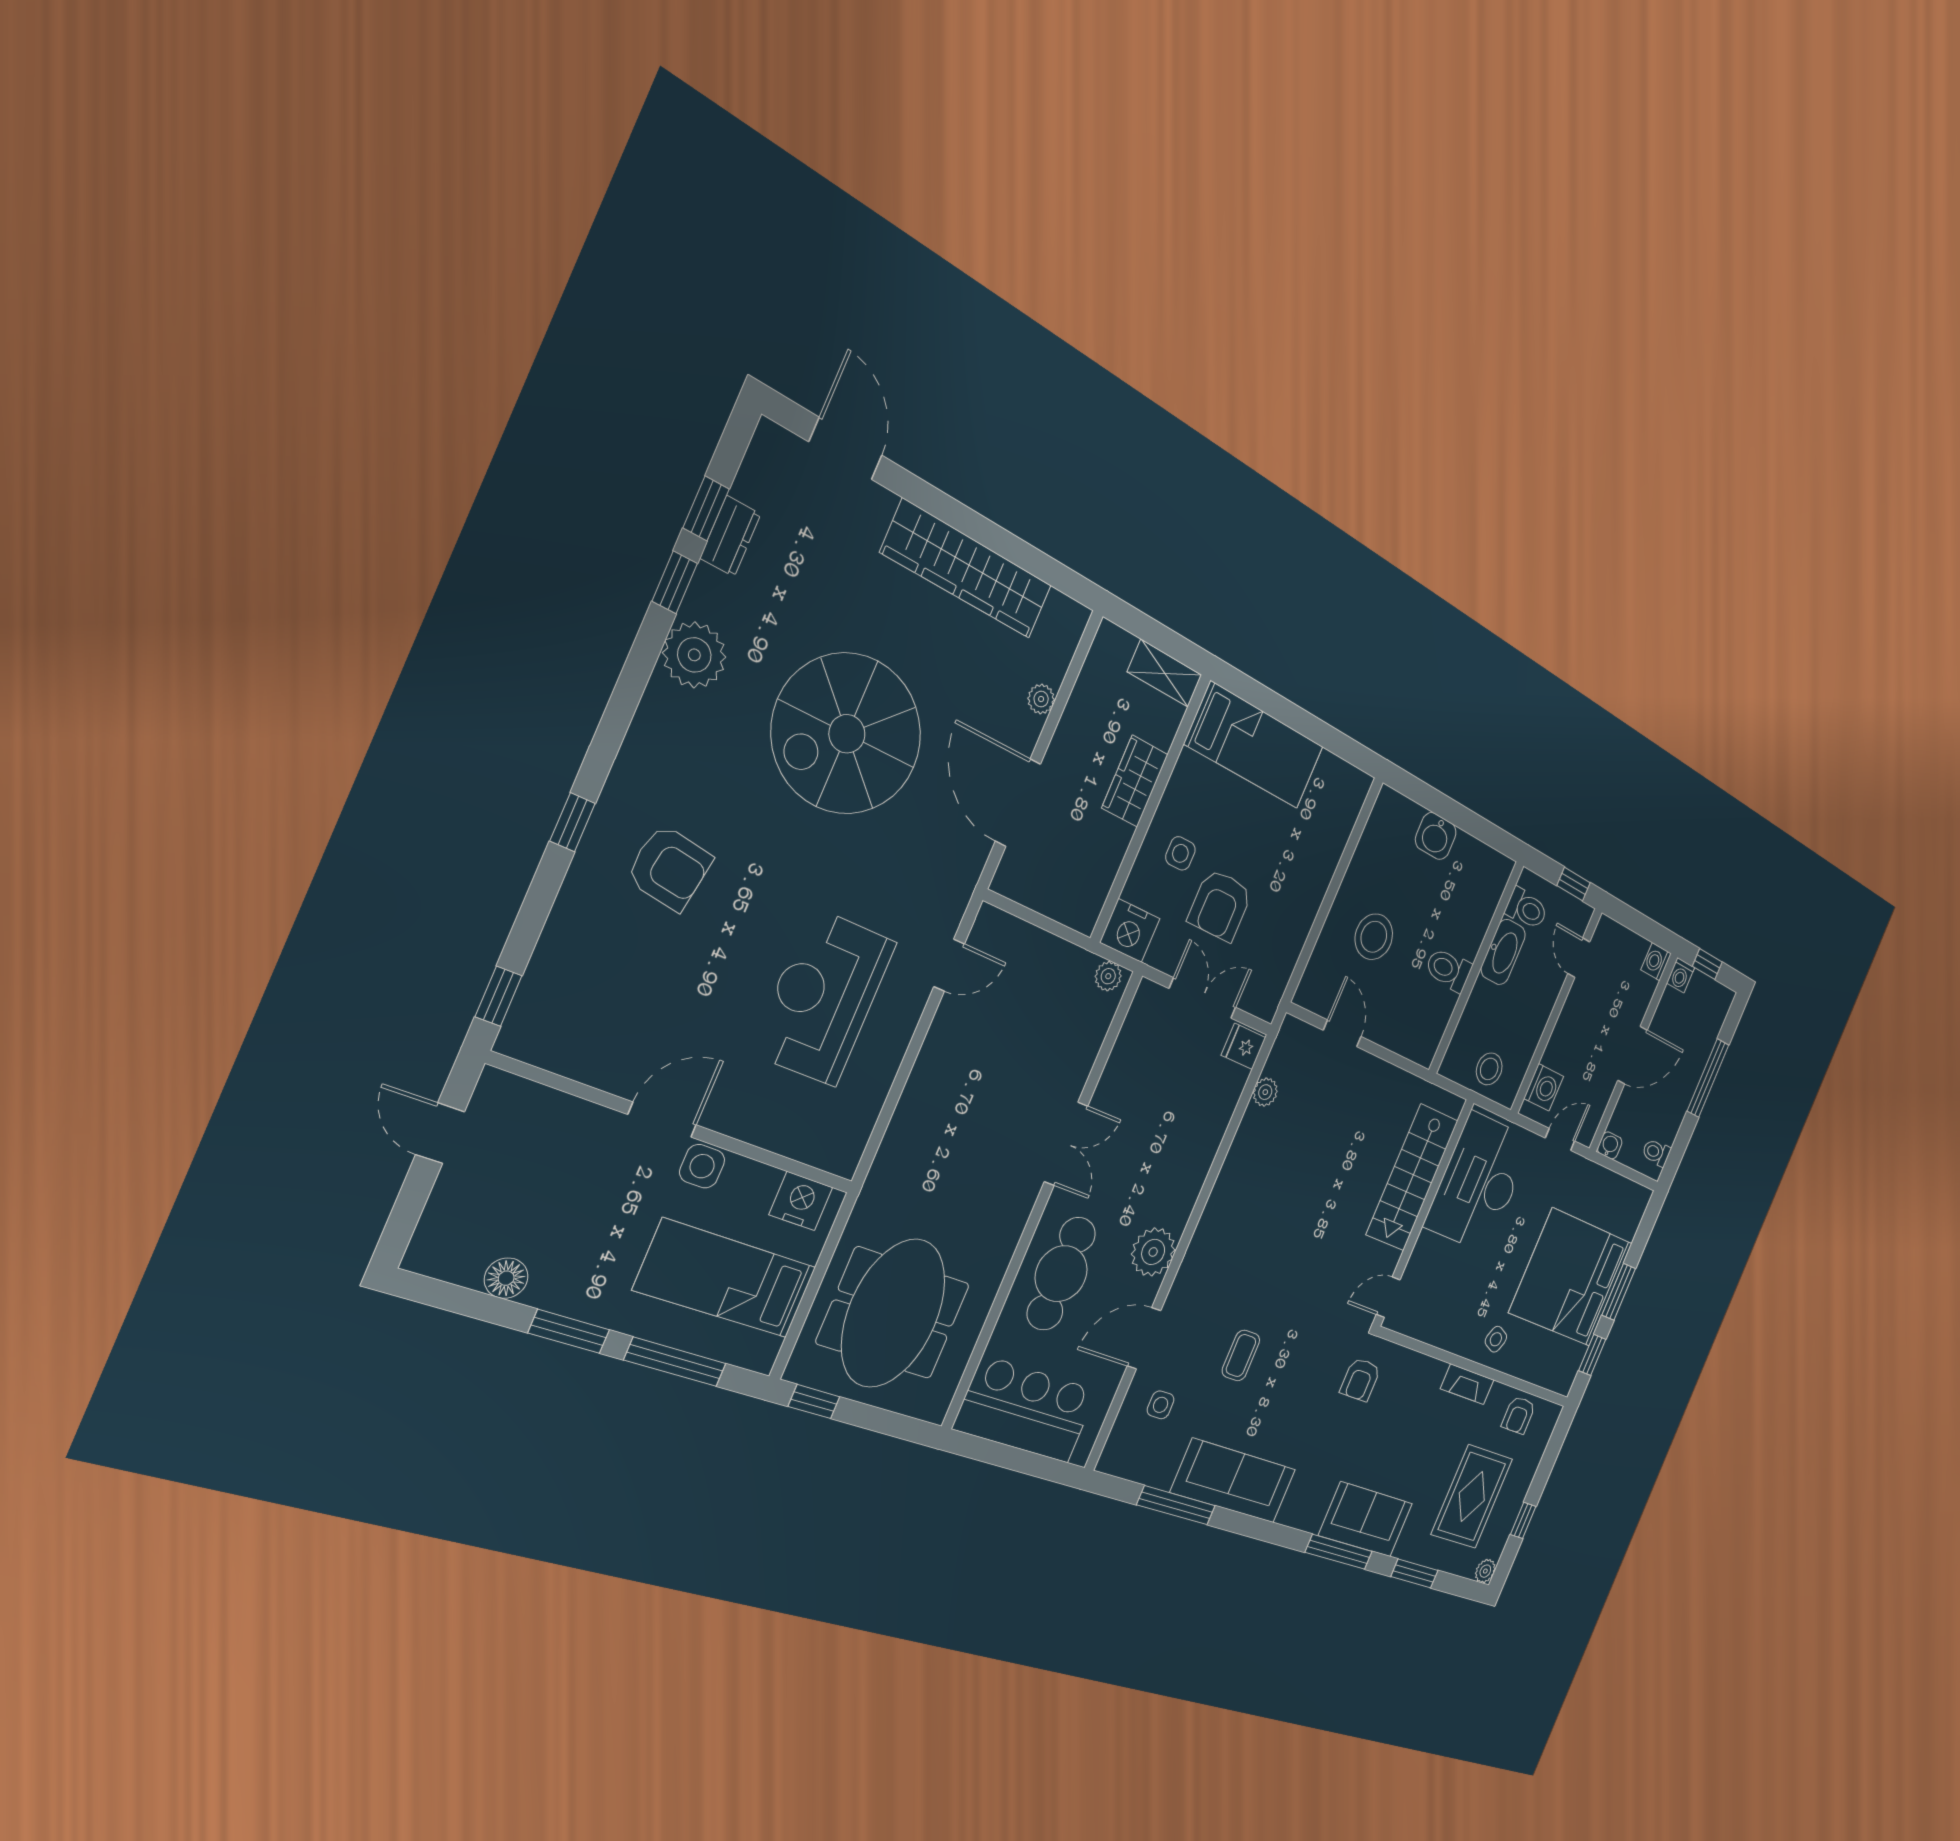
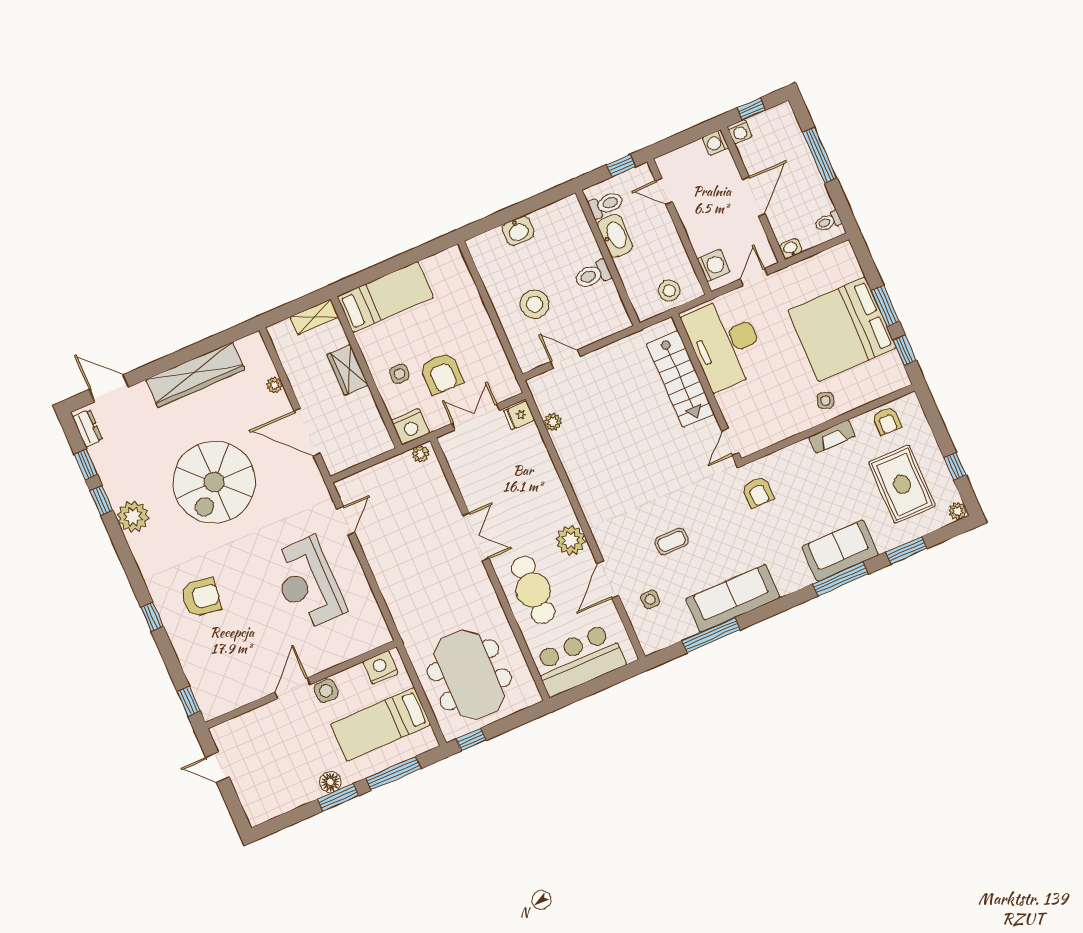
dresser: (730, 536) -> (87, 428), moved
floor lamp: (506, 1278) -> (330, 782), moved
coffee table: (1241, 1355) -> (672, 541), turned 90

